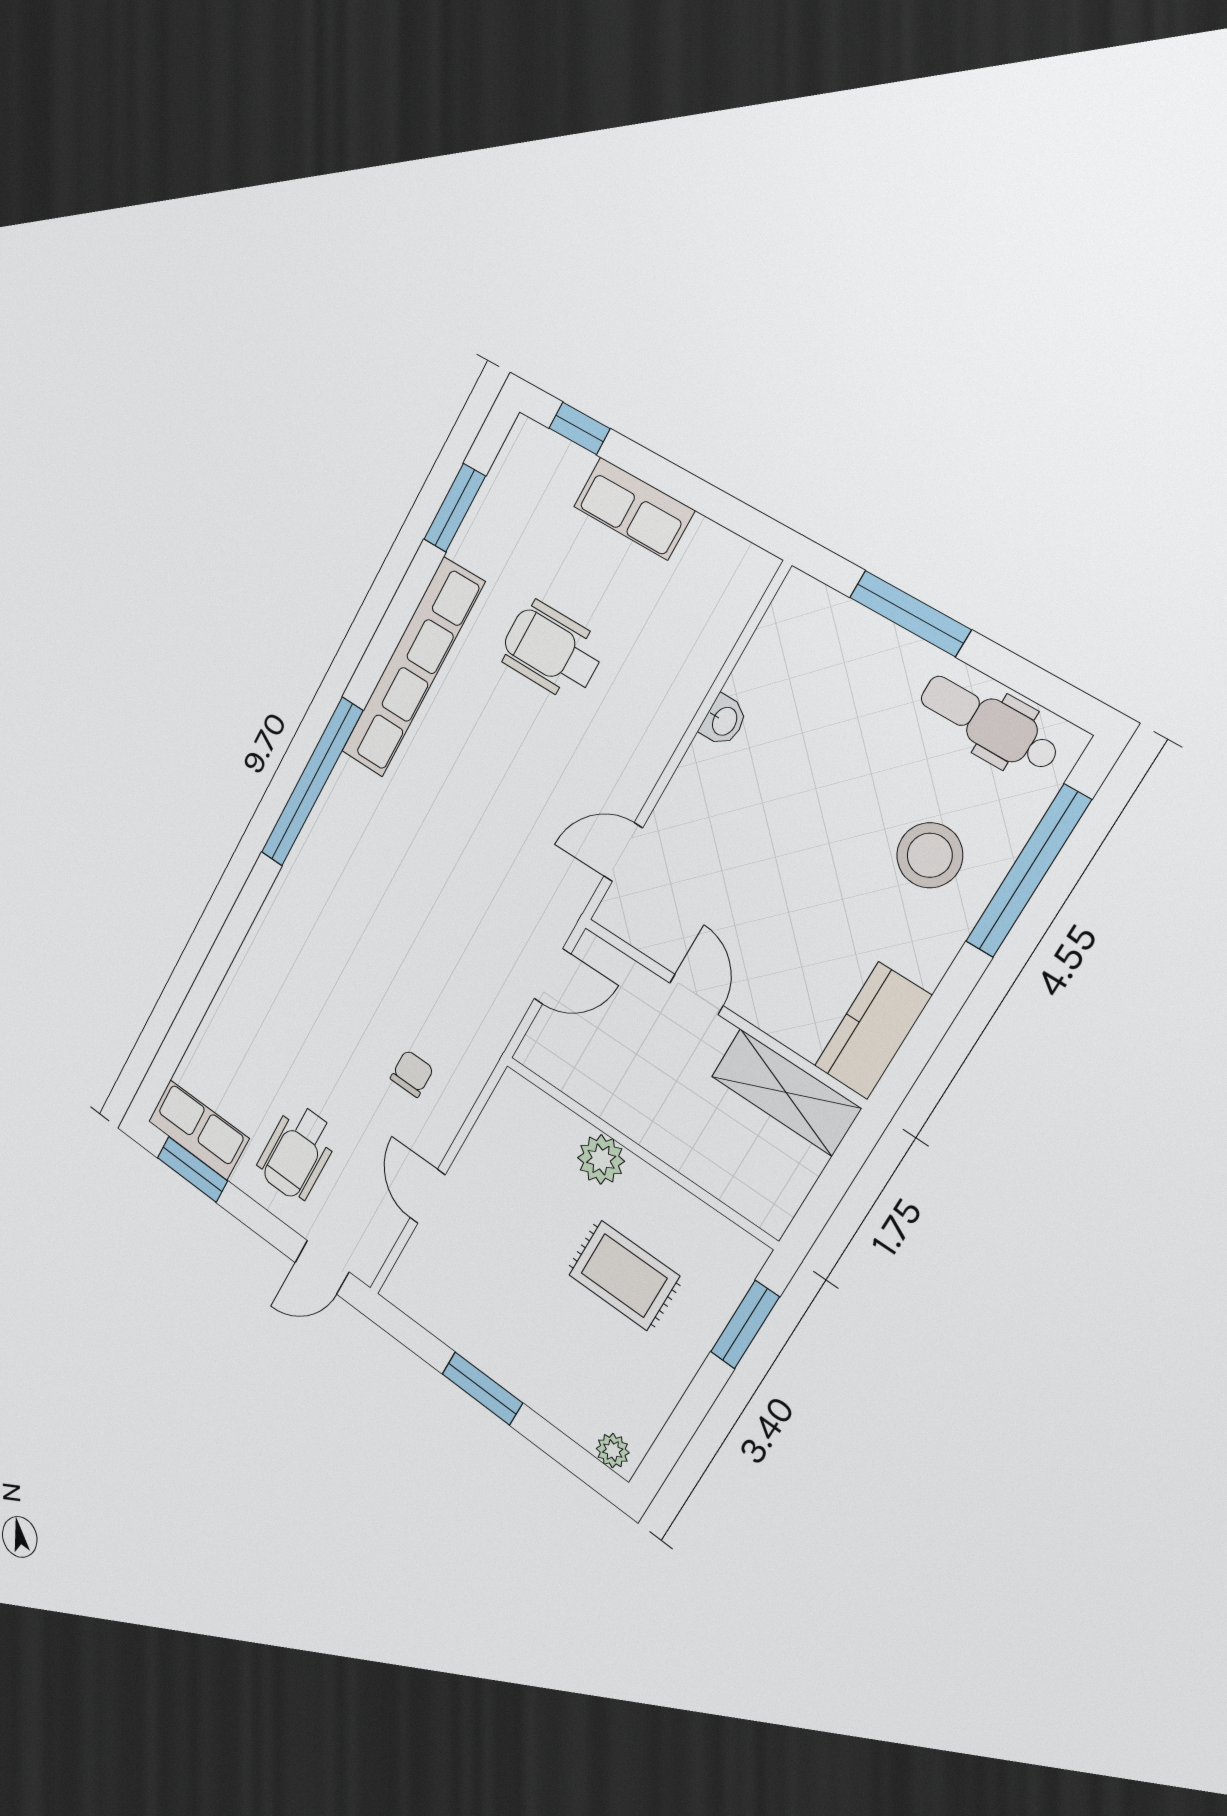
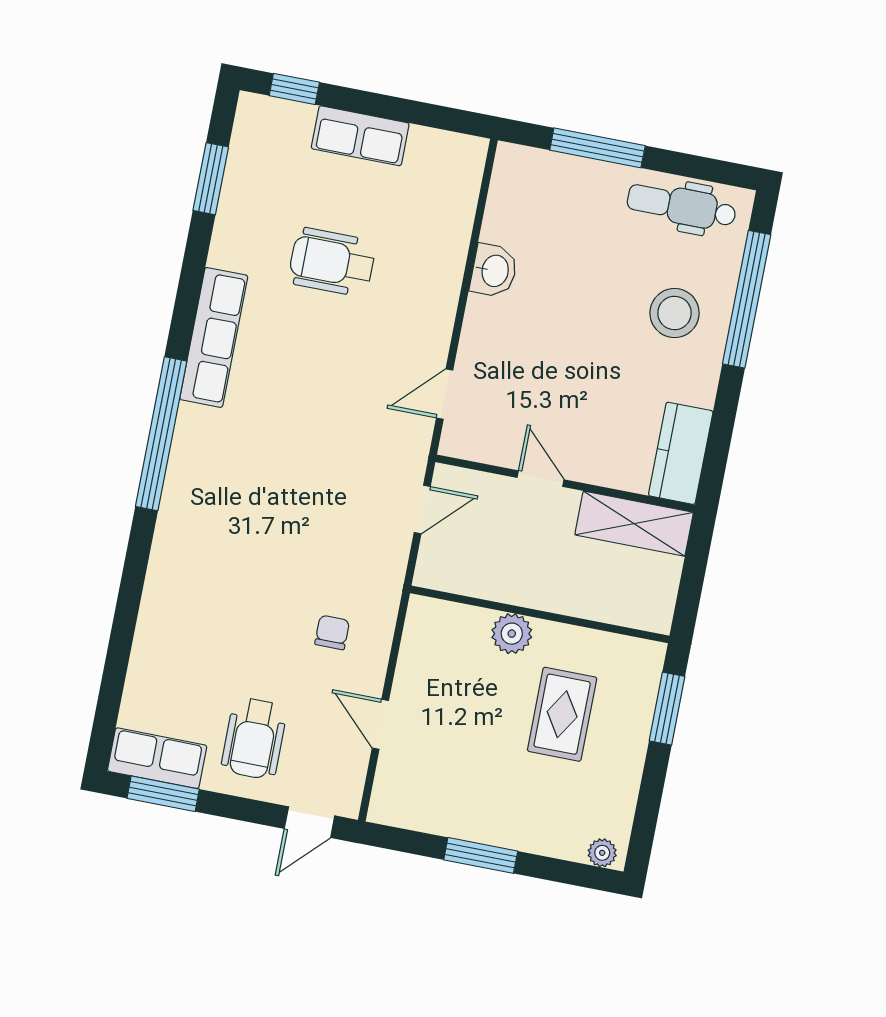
row of seats: (413, 668) -> (214, 337), width x0.73
washbasin: (724, 721) -> (494, 271), width x1.38, depth x1.45
rug: (624, 1276) -> (562, 714), turned 90

